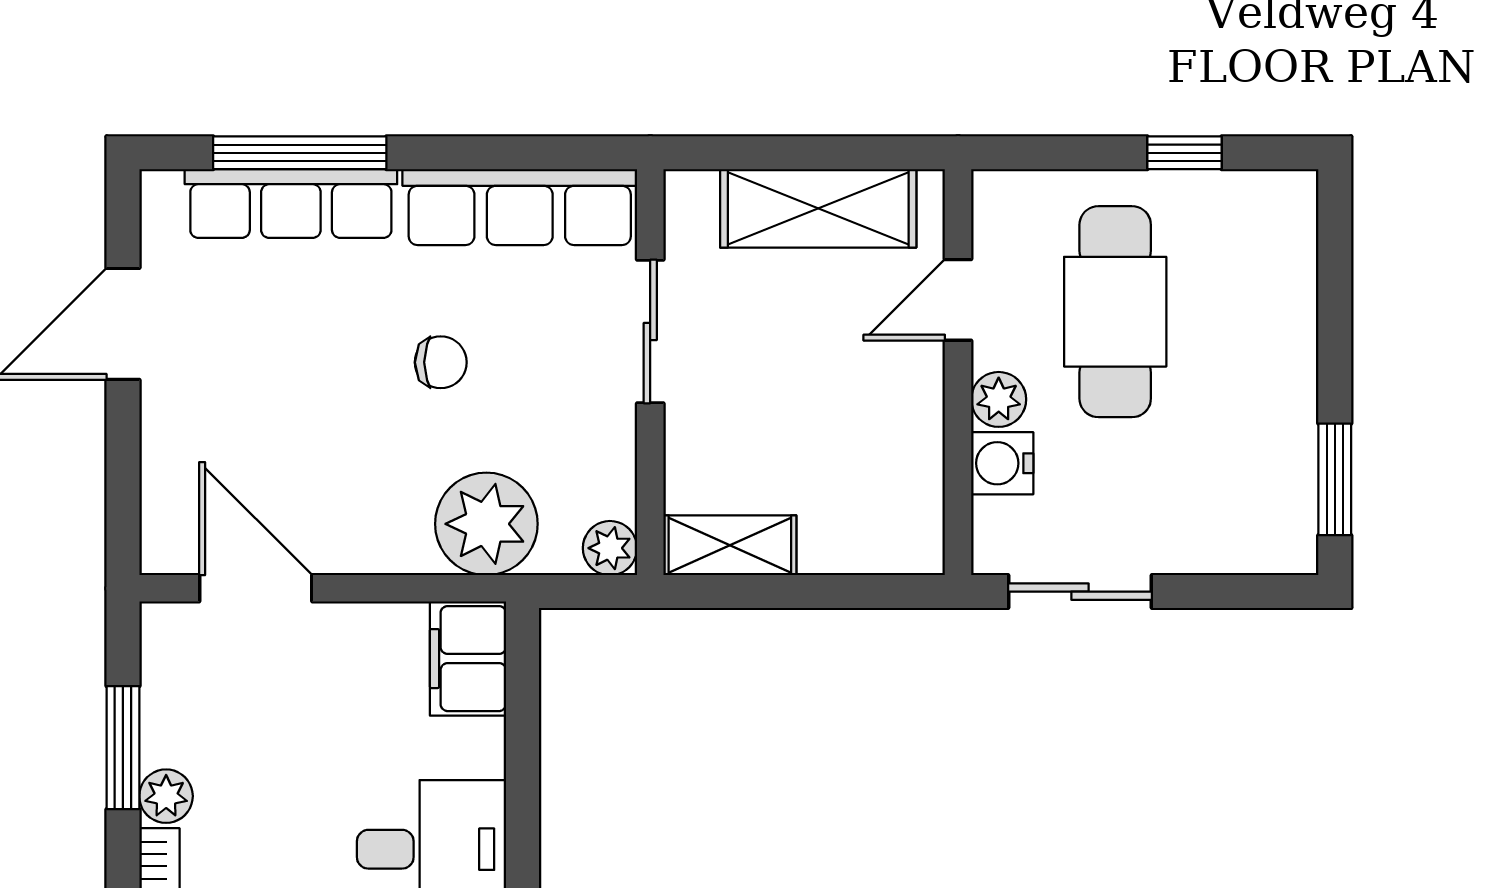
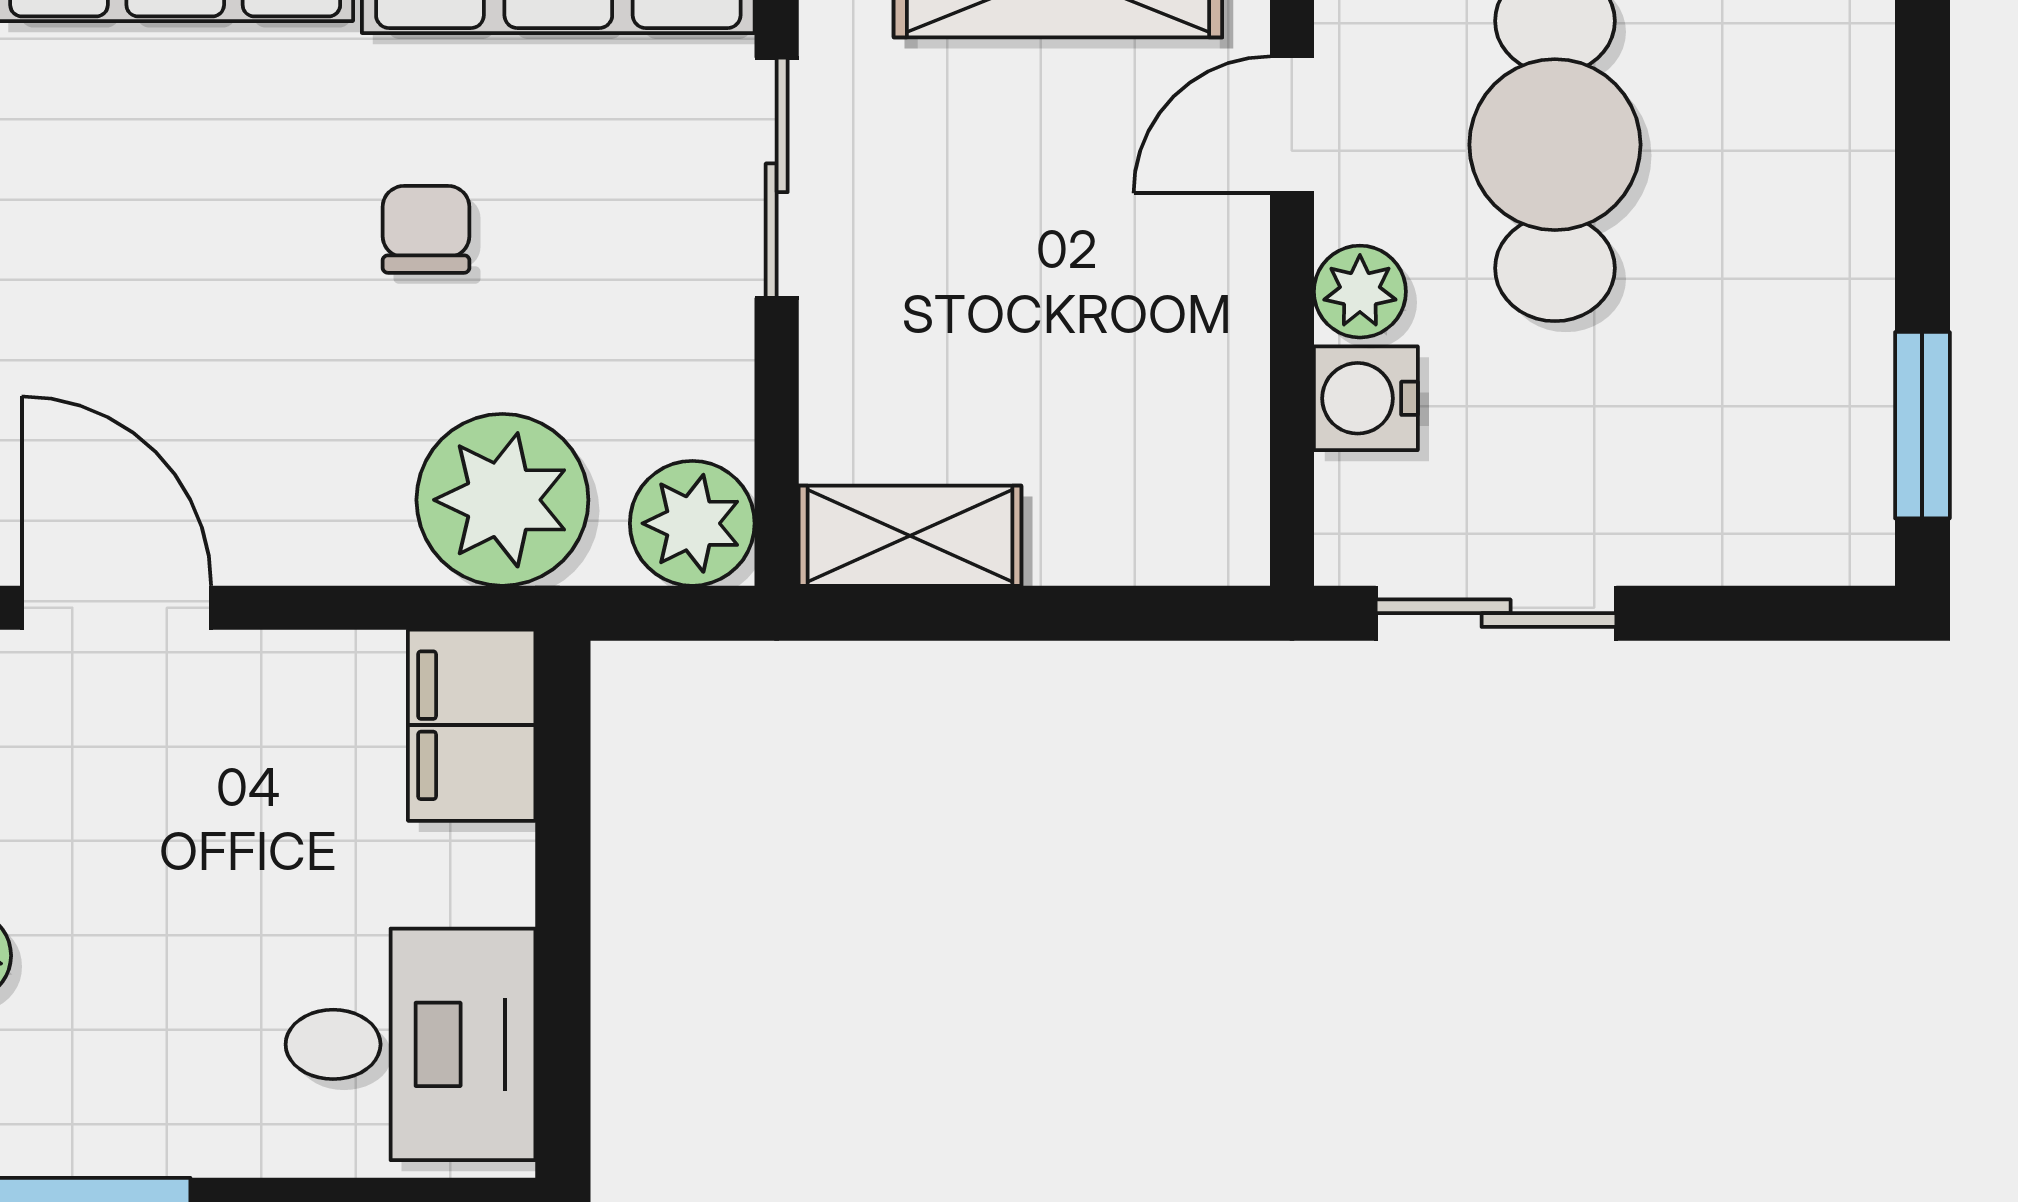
chair: (441, 362) -> (426, 229), turned -90
plant: (610, 548) -> (692, 523), width x1.38, depth x1.38

